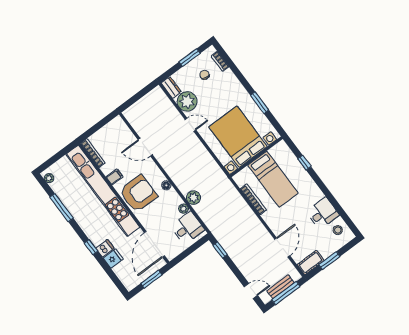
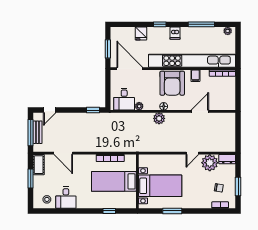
bed with nightstands: (238, 137) -> (160, 186), width x0.73
plant: (193, 198) -> (159, 118), moved
dishwasher: (105, 248) -> (175, 33), moved

